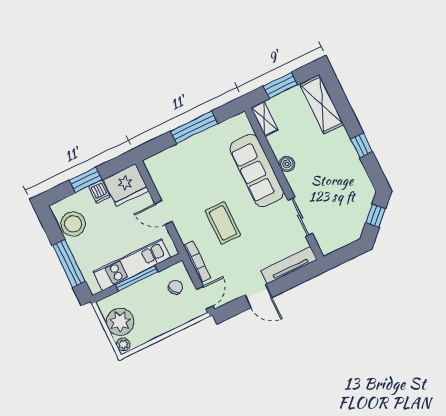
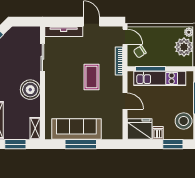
boiler: (287, 164) -> (30, 90), width x1.86, depth x1.86
sofa: (257, 171) -> (76, 129), moved, turned -90
window: (86, 180) -> (173, 144), moved
window: (137, 278) -> (151, 69), moved
door: (205, 298) -> (125, 37), swing flipped

